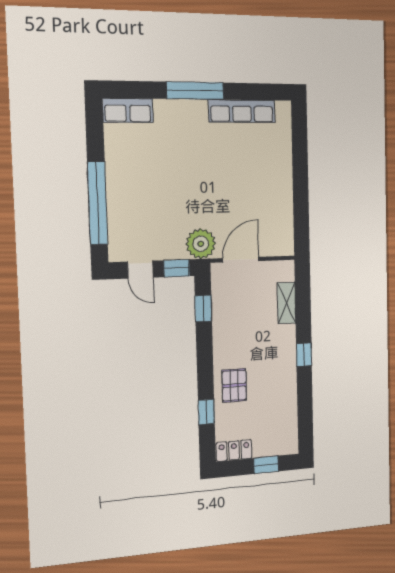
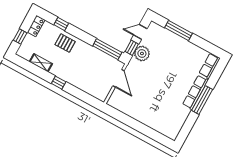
row of seats: (242, 111) -> (195, 92), moved
window: (97, 203) -> (179, 30), width x0.68
plant: (201, 244) -> (142, 54), moved
shelving: (286, 303) -> (41, 63), moved
window: (203, 309) -> (107, 49), width x2.17

